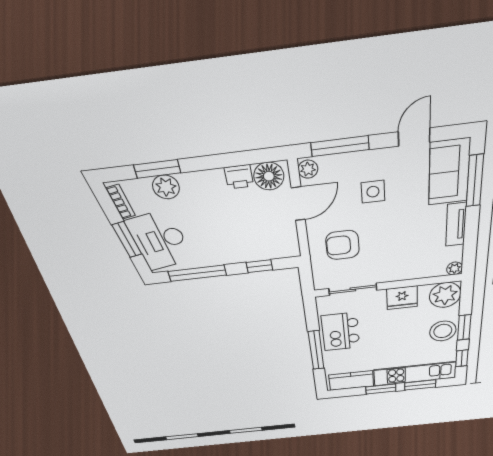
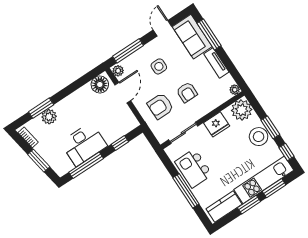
printer: (239, 177) -> (85, 92), removed
desk: (160, 240) -> (84, 144), moved, turned -80
armchair: (390, 244) -> (187, 92), added

